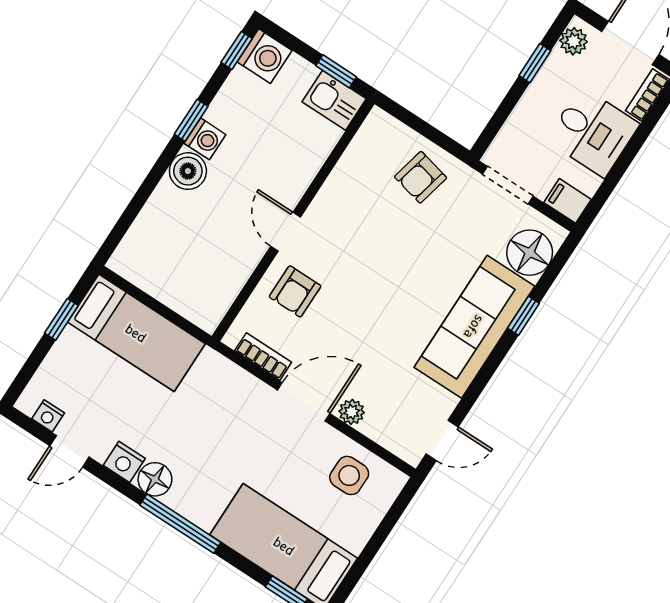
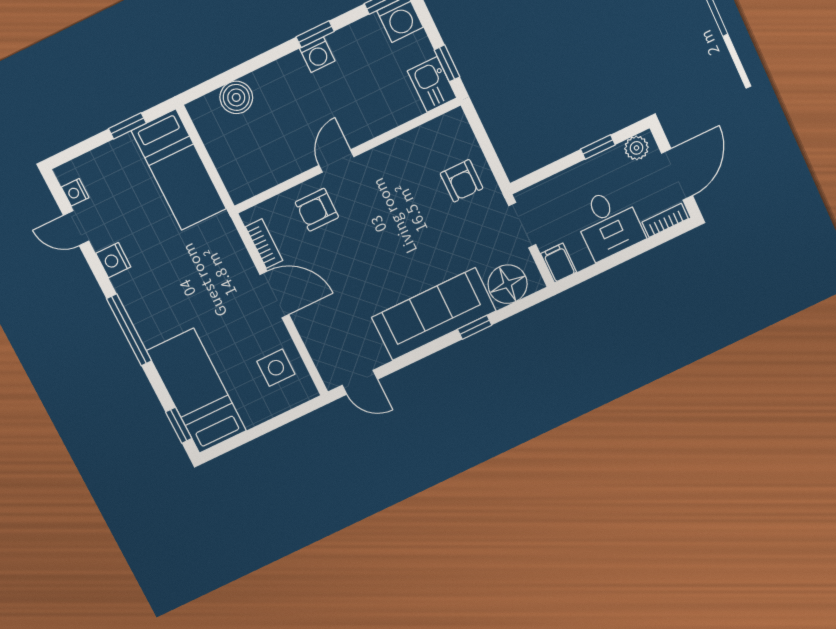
boiler: (188, 171) -> (236, 97), moved
armchair: (421, 177) -> (462, 181), turned -103
plant: (352, 412) -> (306, 323), removed
floor lamp: (155, 479) -> (129, 286), removed

